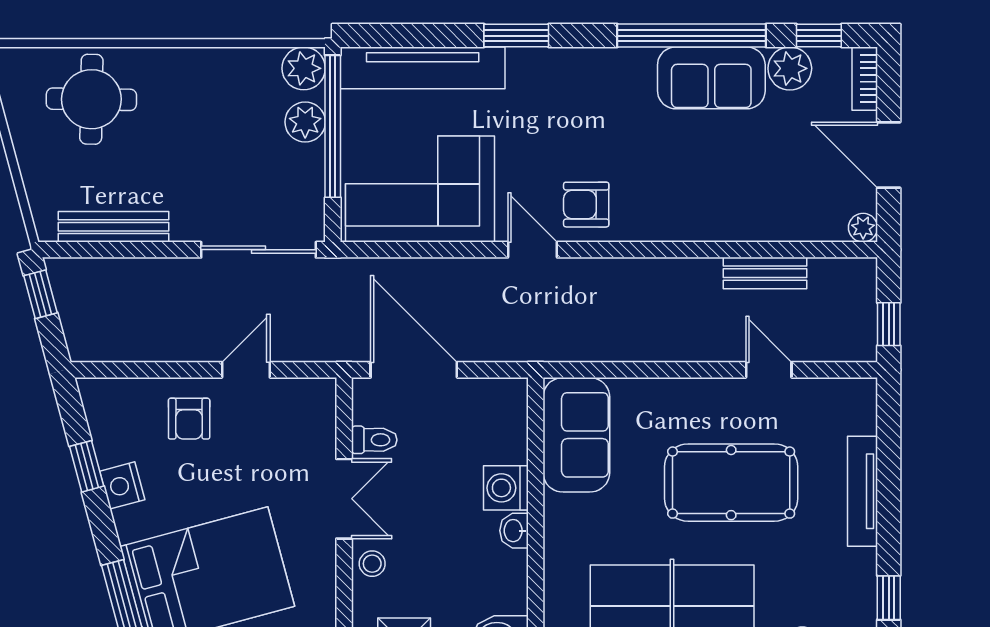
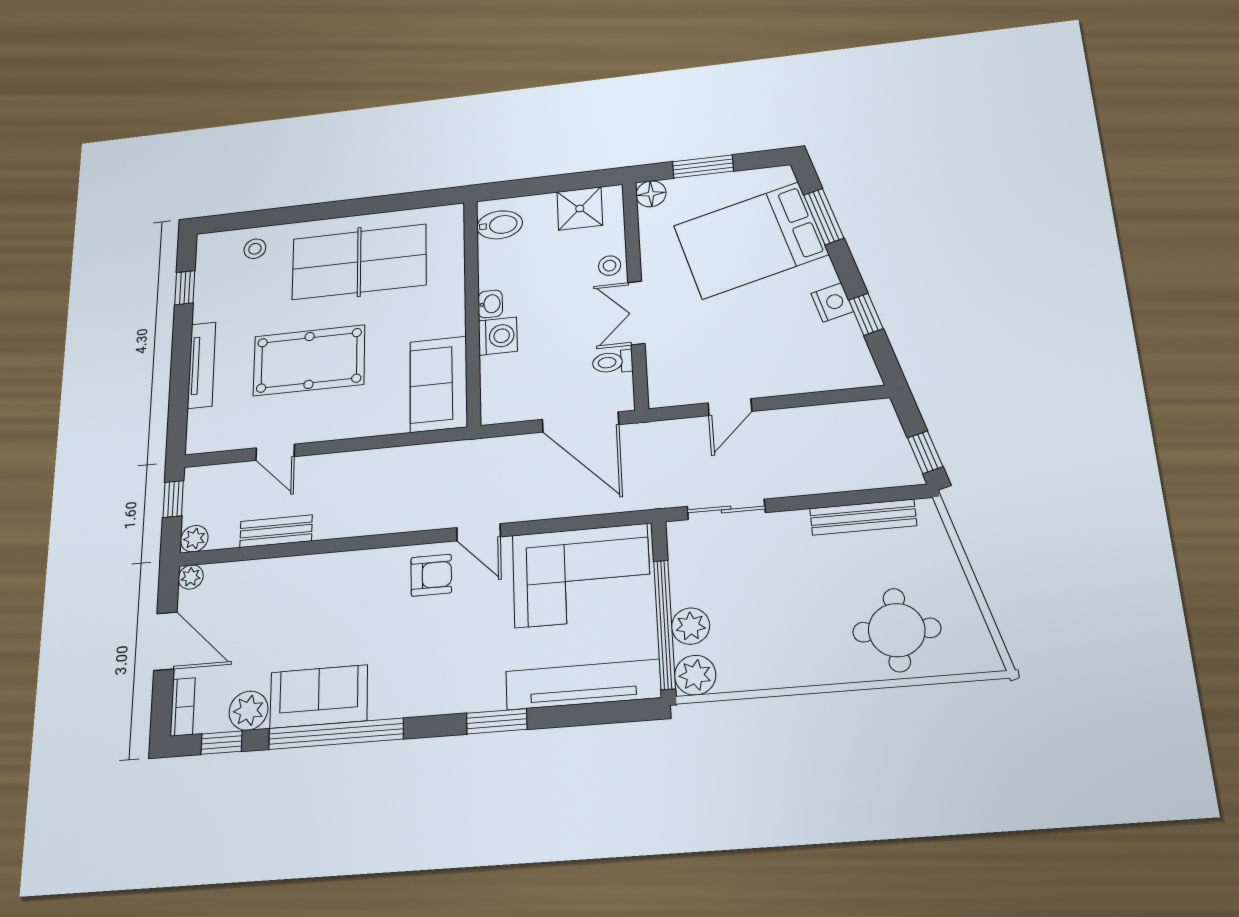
sliding door: (258, 250) -> (726, 509), width x0.73
plant: (861, 273) -> (194, 539), added
armchair: (189, 419) -> (778, 362), removed

